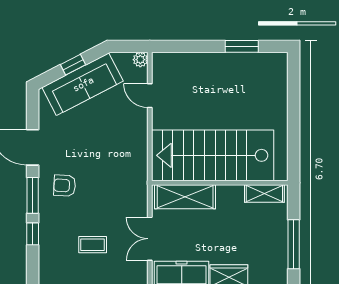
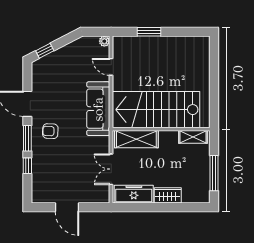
window: (242, 46) -> (149, 32), moved
window: (73, 65) -> (45, 51), moved
sofa: (83, 84) -> (98, 109), moved, turned 117
coffee table: (93, 245) -> (70, 173), removed

